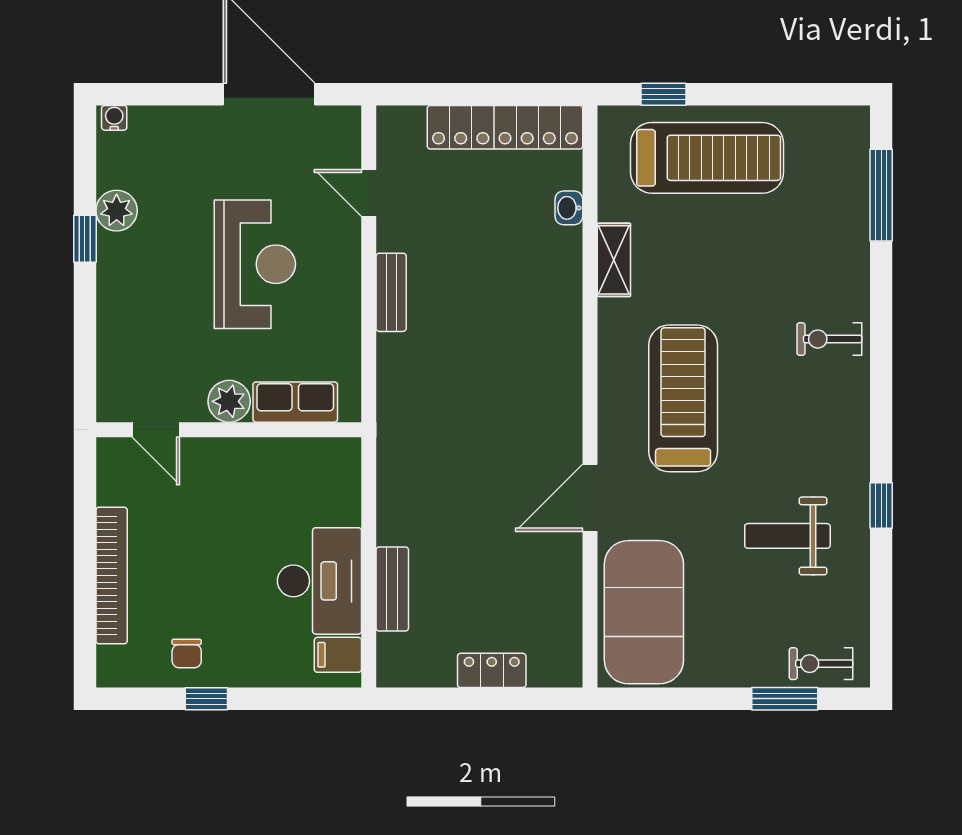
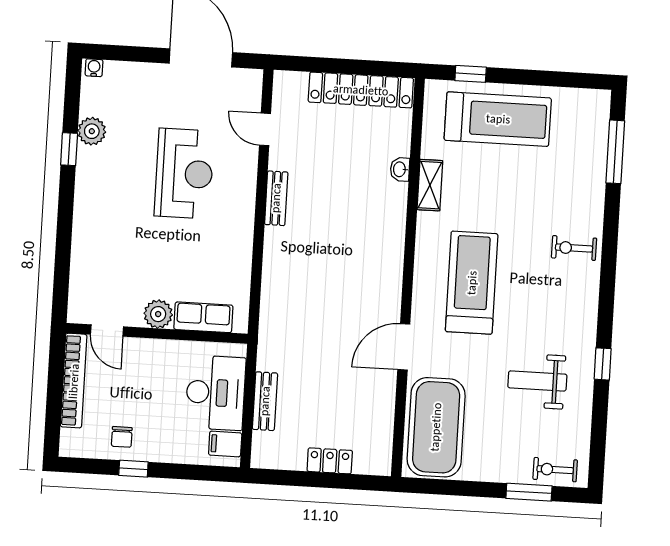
washbasin: (569, 208) -> (400, 169), moved
plant: (229, 401) -> (158, 314), moved
row of seats: (295, 402) -> (203, 317), moved
door: (156, 430) -> (107, 331), moved
wall: (229, 430) -> (157, 333), moved

